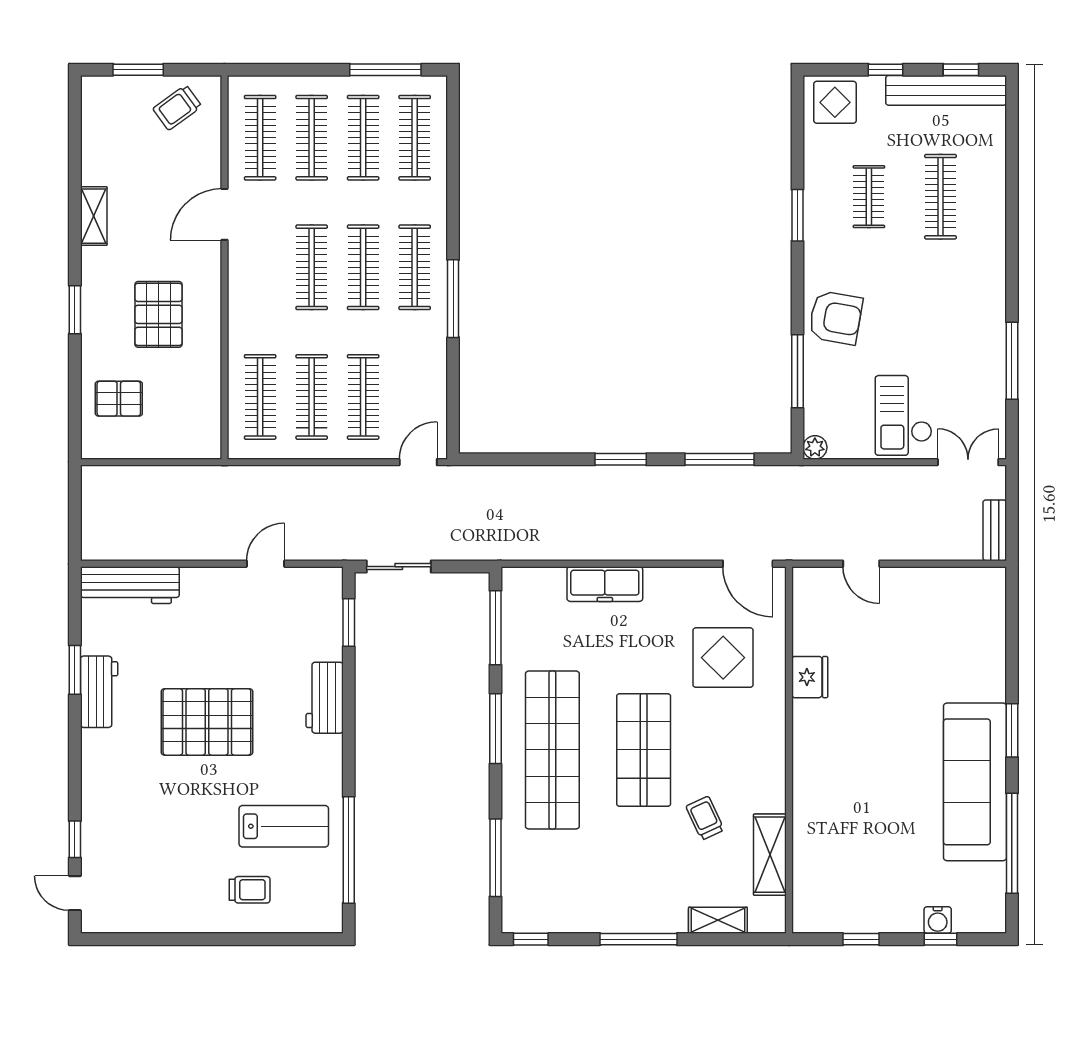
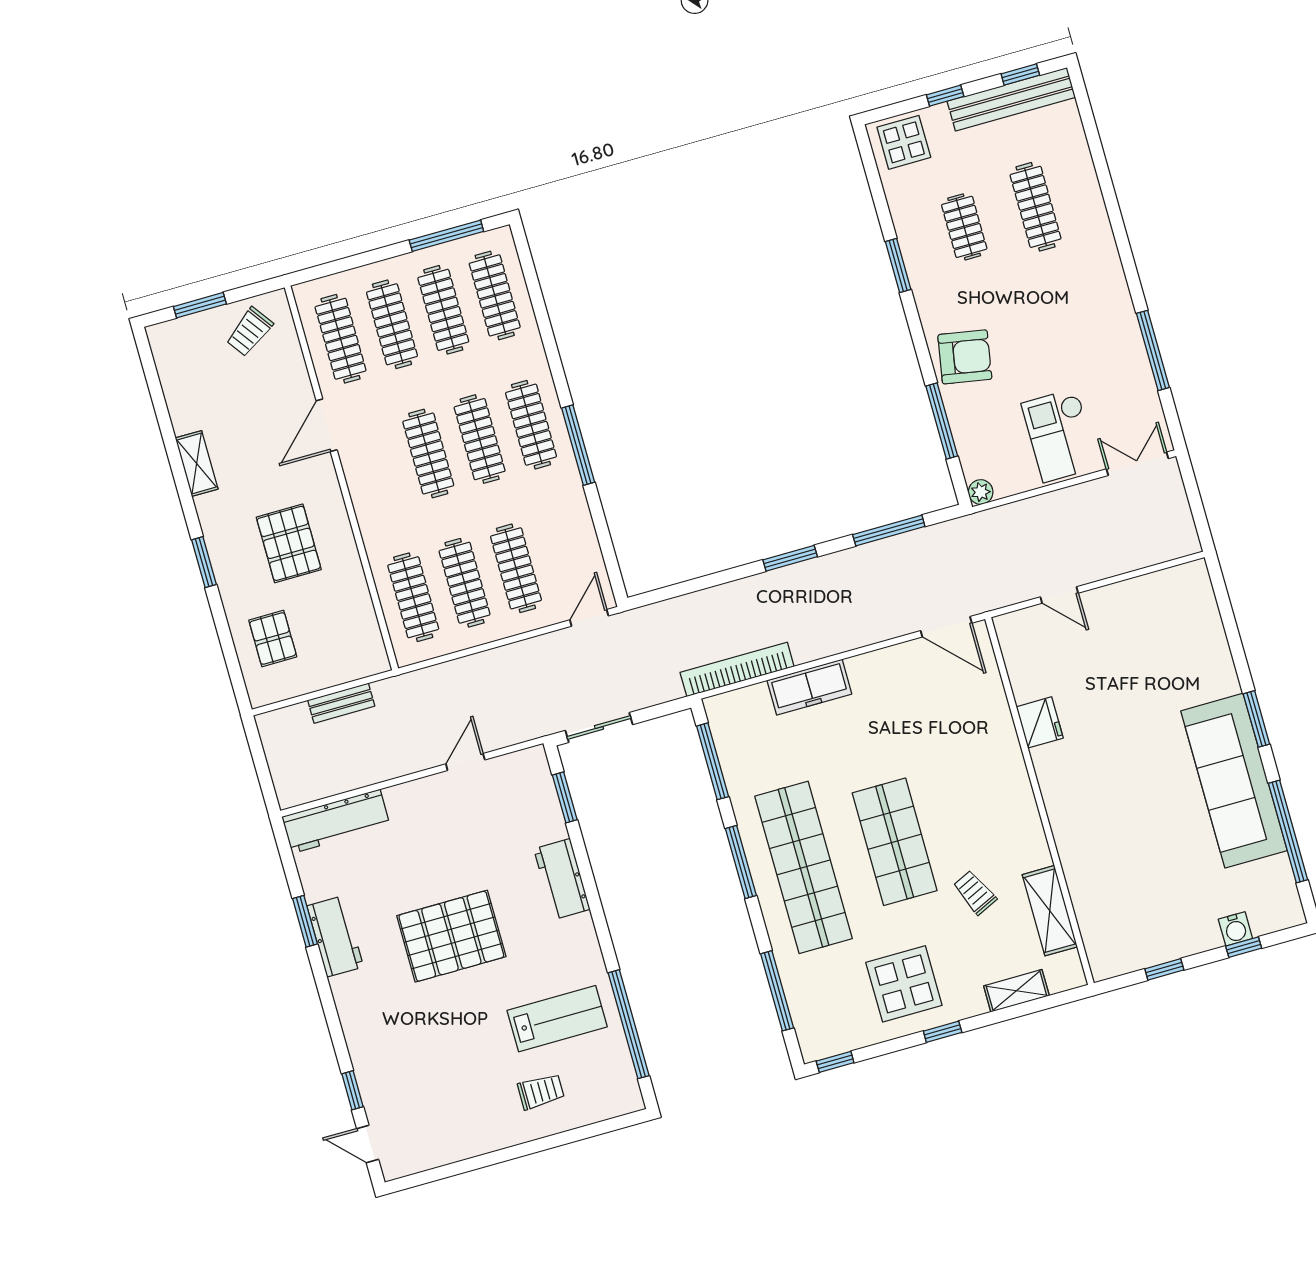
pallet: (119, 399) -> (273, 638), turned 90
bench: (995, 530) -> (341, 703), moved, turned 90
bookcase: (542, 549) -> (737, 669), added
display table: (723, 658) -> (904, 984), moved
window: (639, 939) -> (943, 1032), width x0.46

